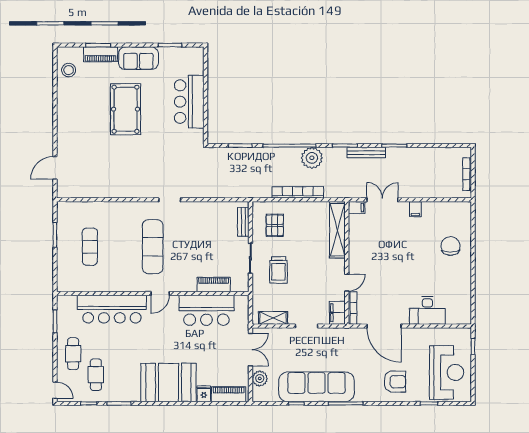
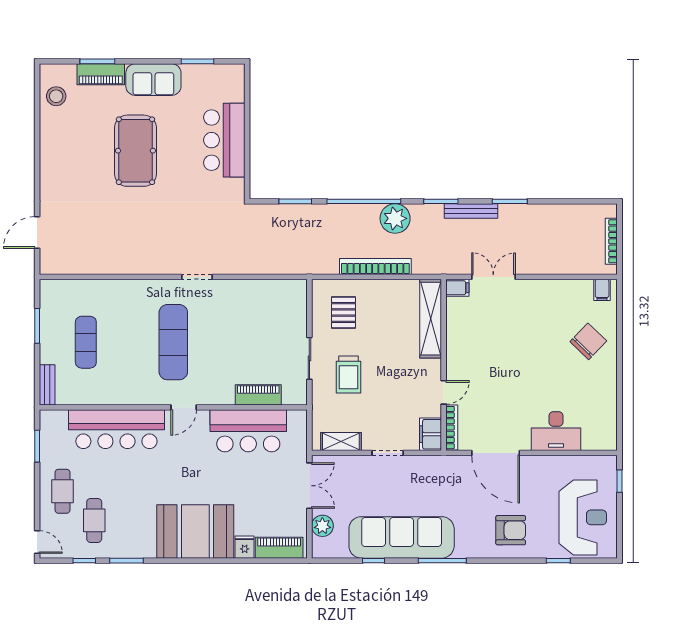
filing cabinet: (415, 209) -> (602, 290), moved
bench: (243, 222) -> (47, 385), moved
chair: (451, 246) -> (588, 341), turned 44

